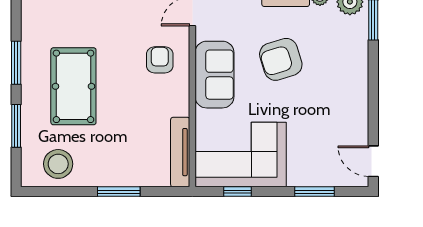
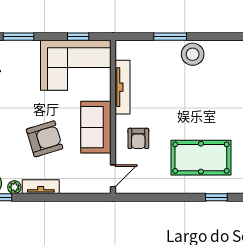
pool table: (73, 86) -> (201, 158), moved, turned 90
tv unit: (180, 152) -> (122, 87), moved
stool: (58, 164) -> (193, 54), moved

